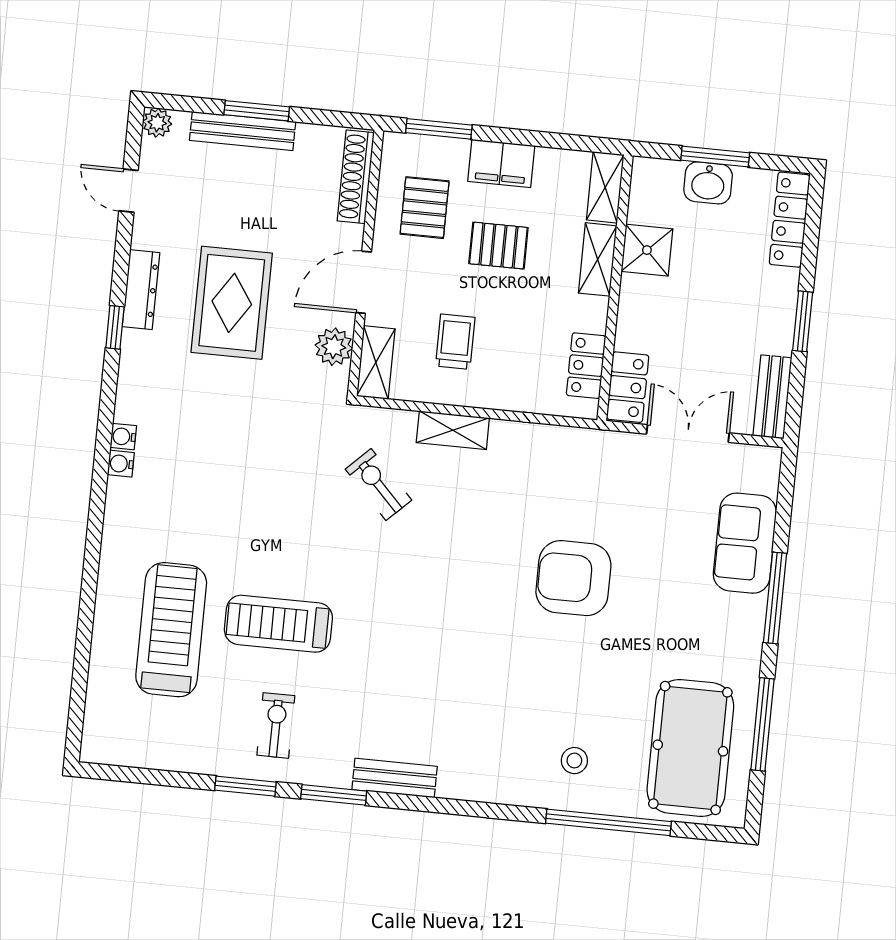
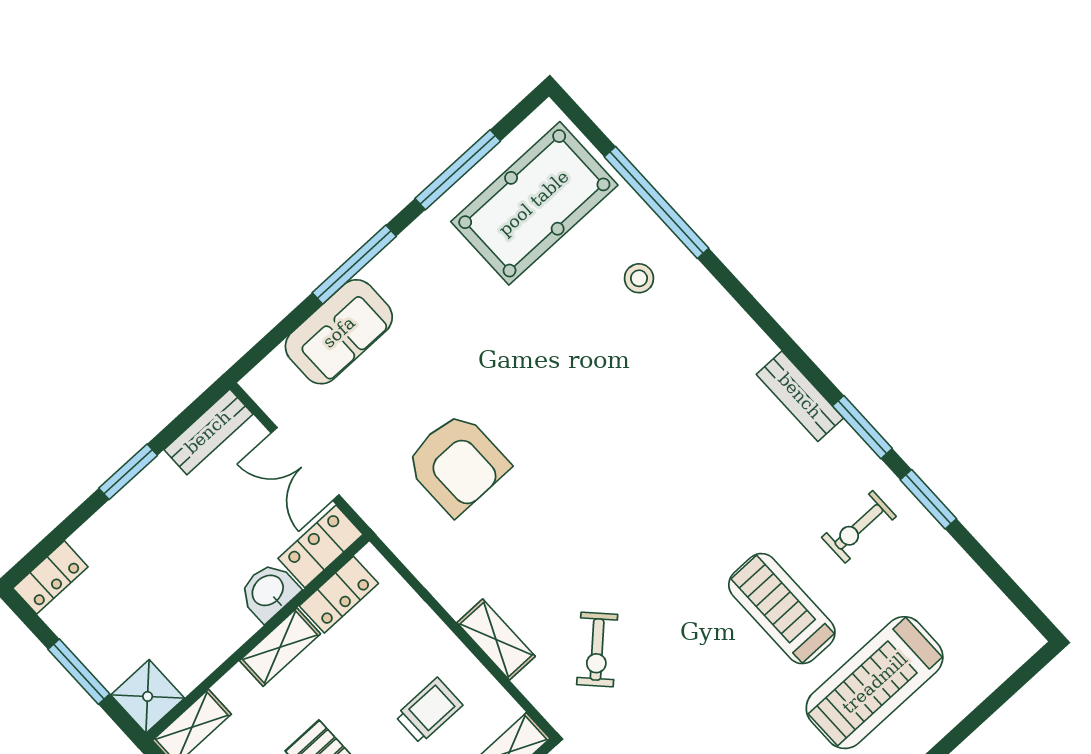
washbasin: (708, 183) -> (269, 591), moved, turned -90
locker: (790, 220) -> (50, 577), width x0.66
shower: (647, 250) -> (148, 696), moved
shelving: (598, 259) -> (280, 647), moved
trolley: (455, 342) -> (429, 711), turned 180
armchair: (573, 578) -> (457, 464), moved
treadmill: (278, 624) -> (782, 609), turned 180

